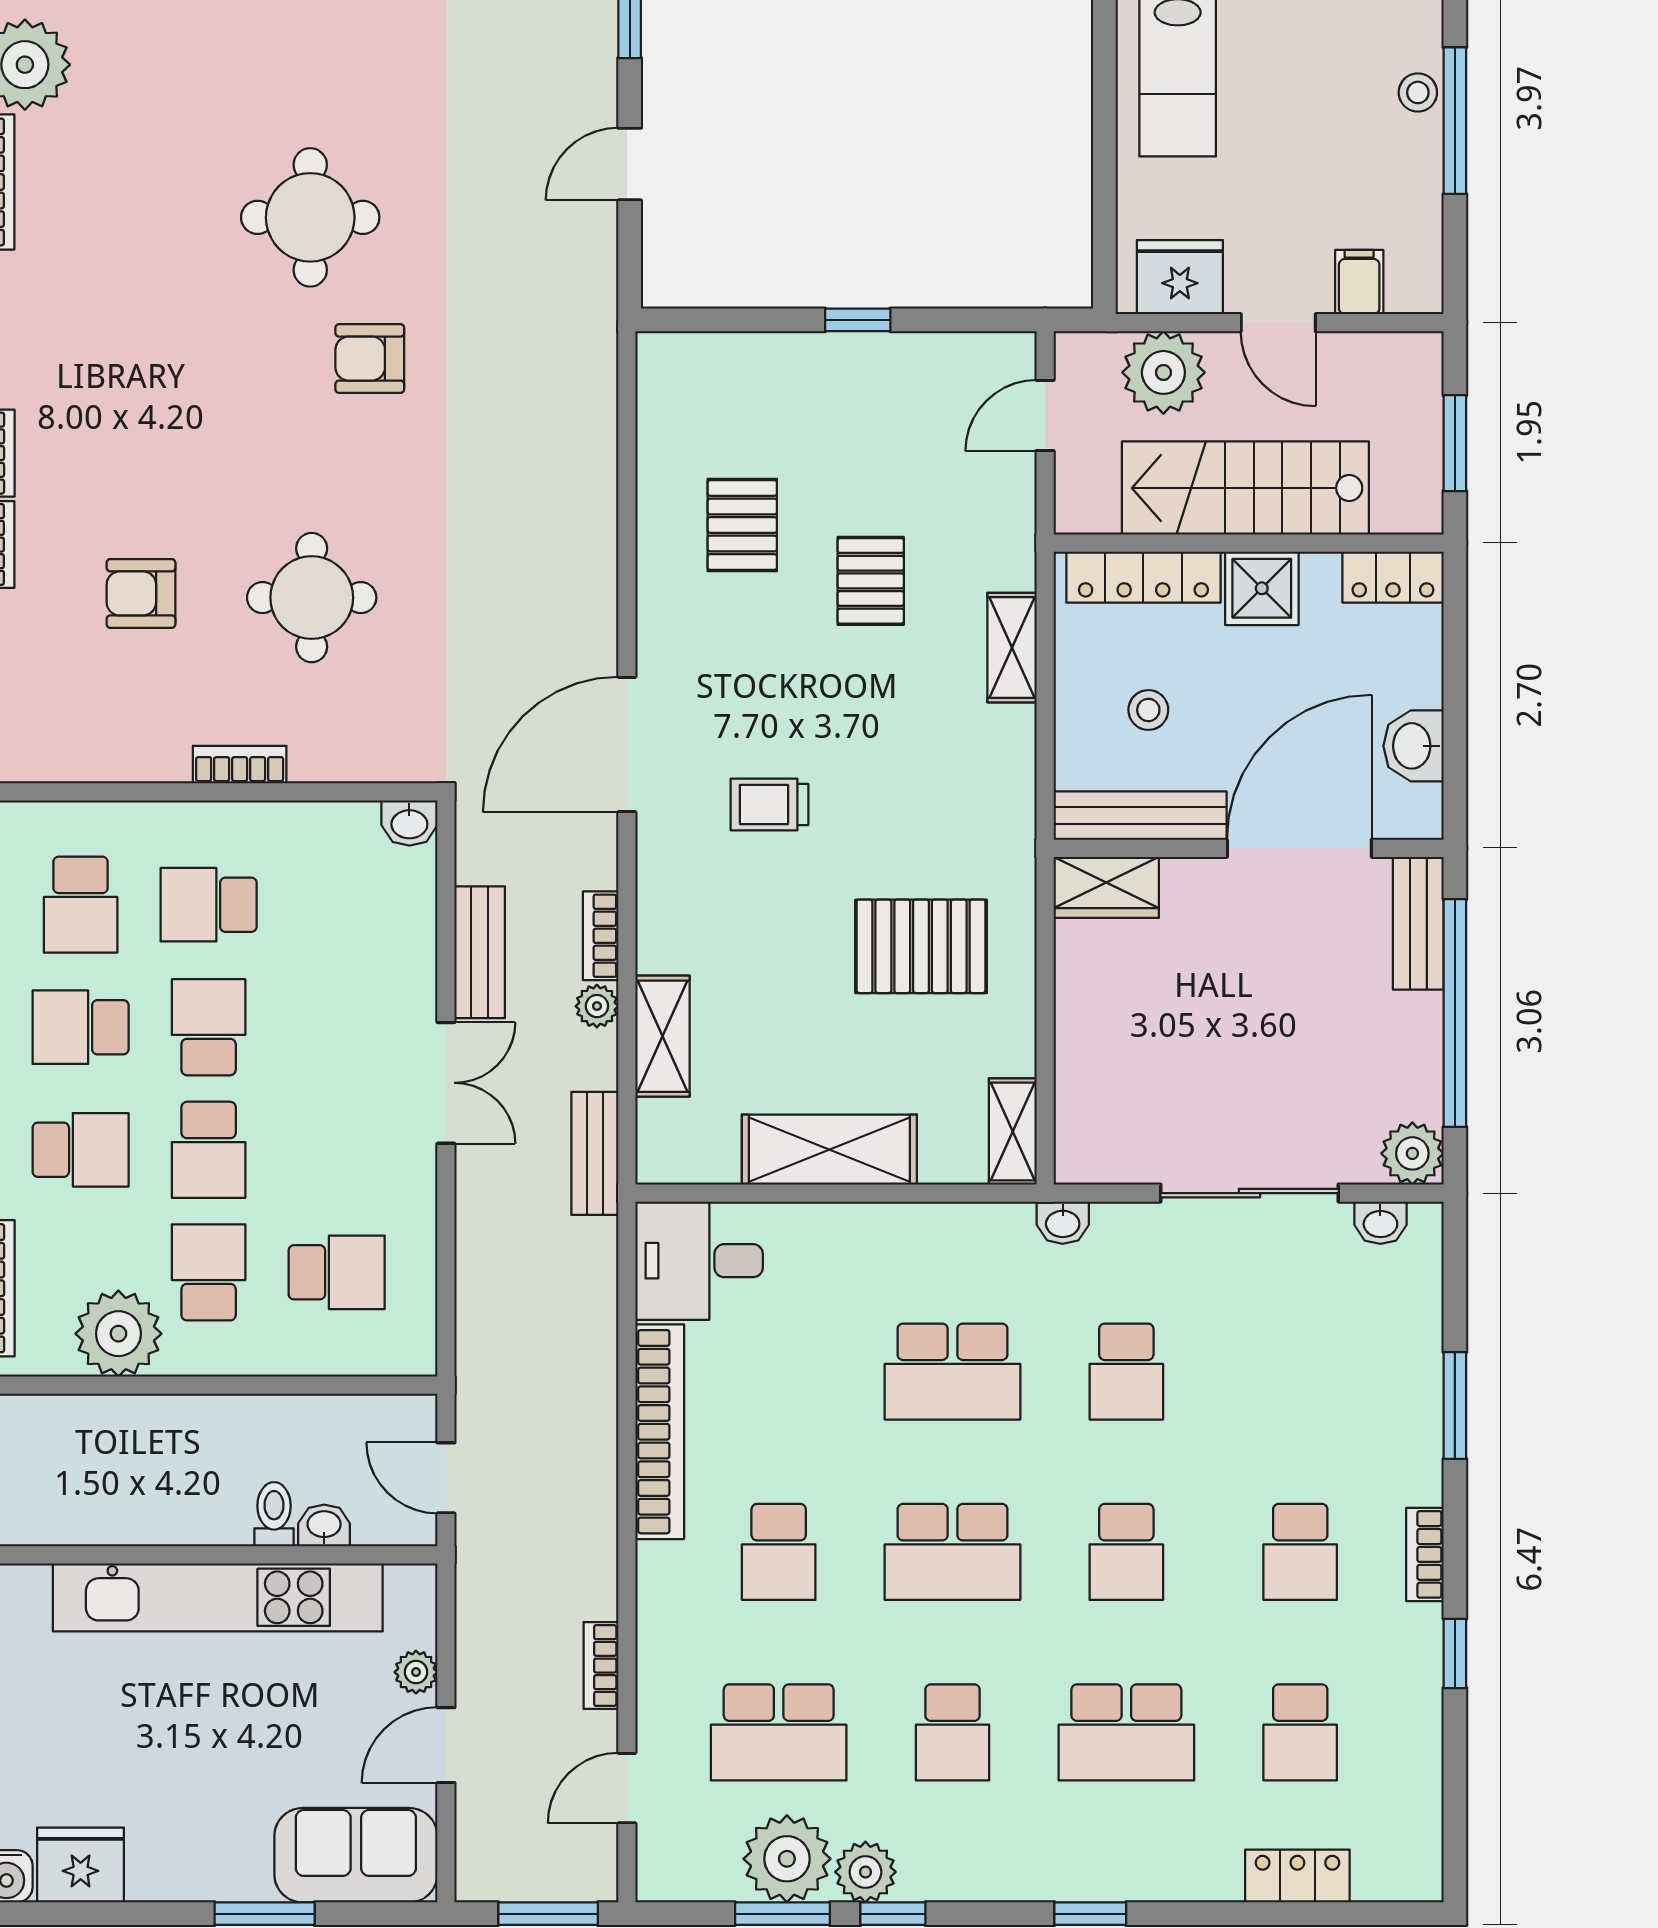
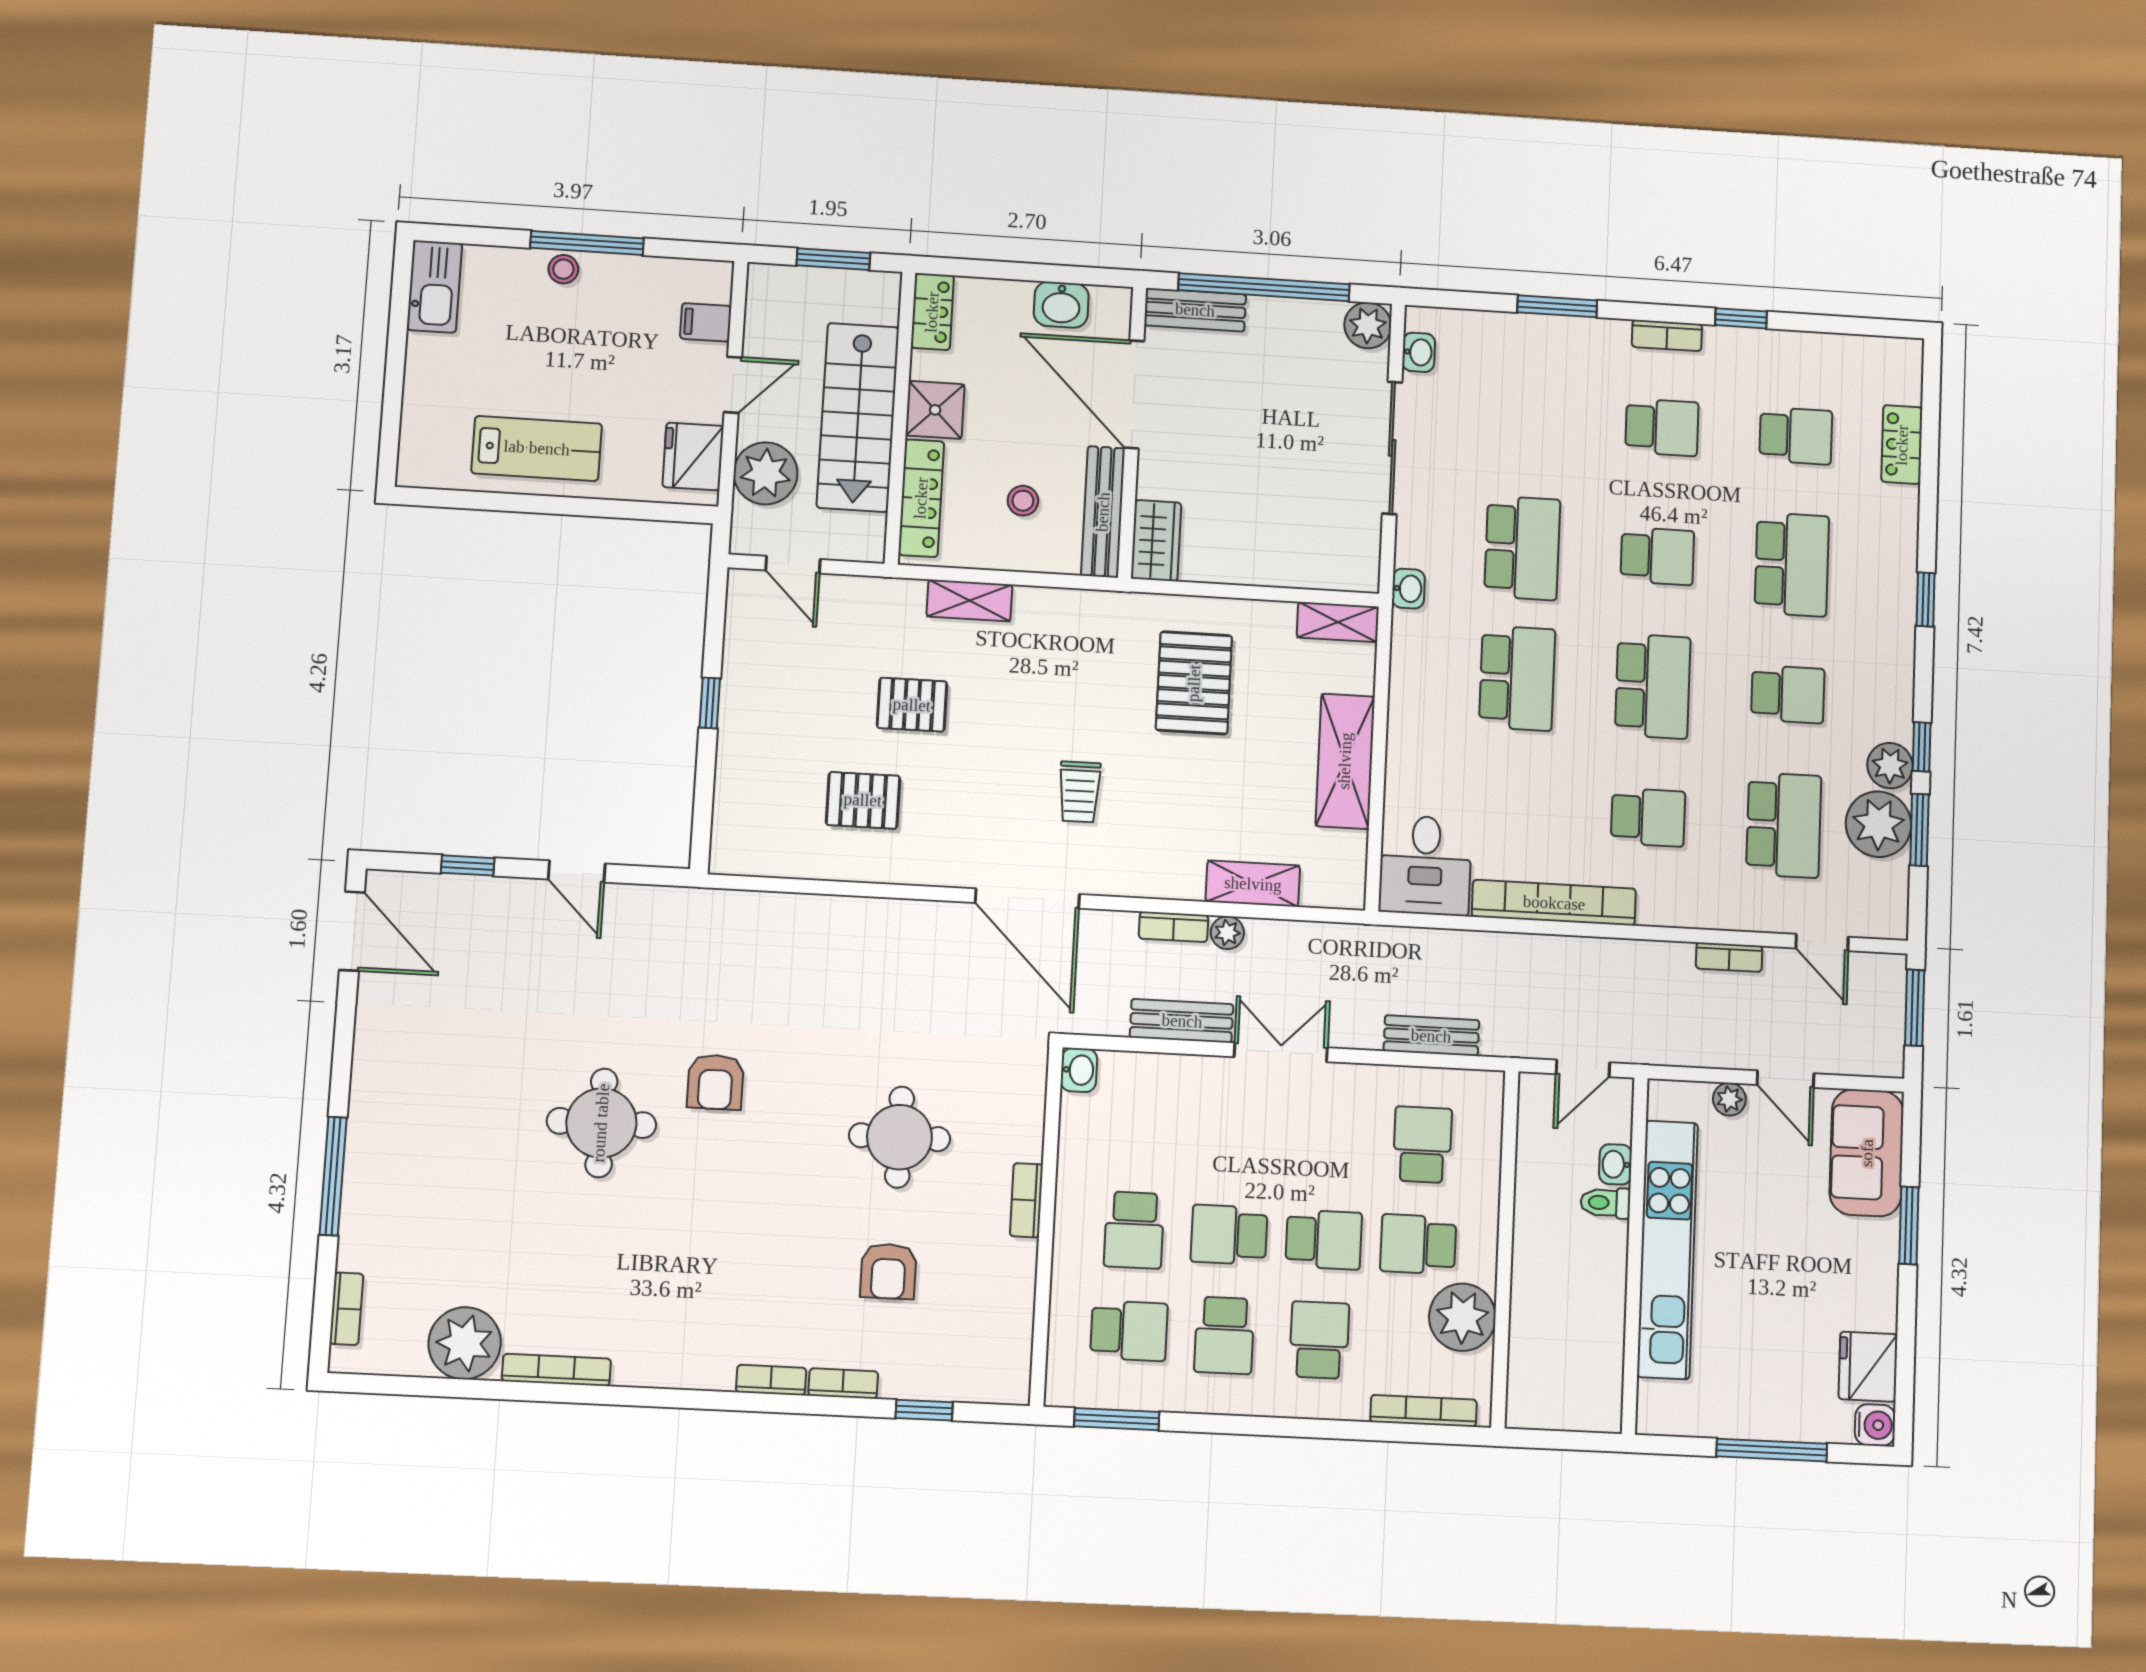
bench: (595, 1153) -> (1431, 1036), moved
school desk: (1126, 1372) -> (1522, 548), width x1.85

